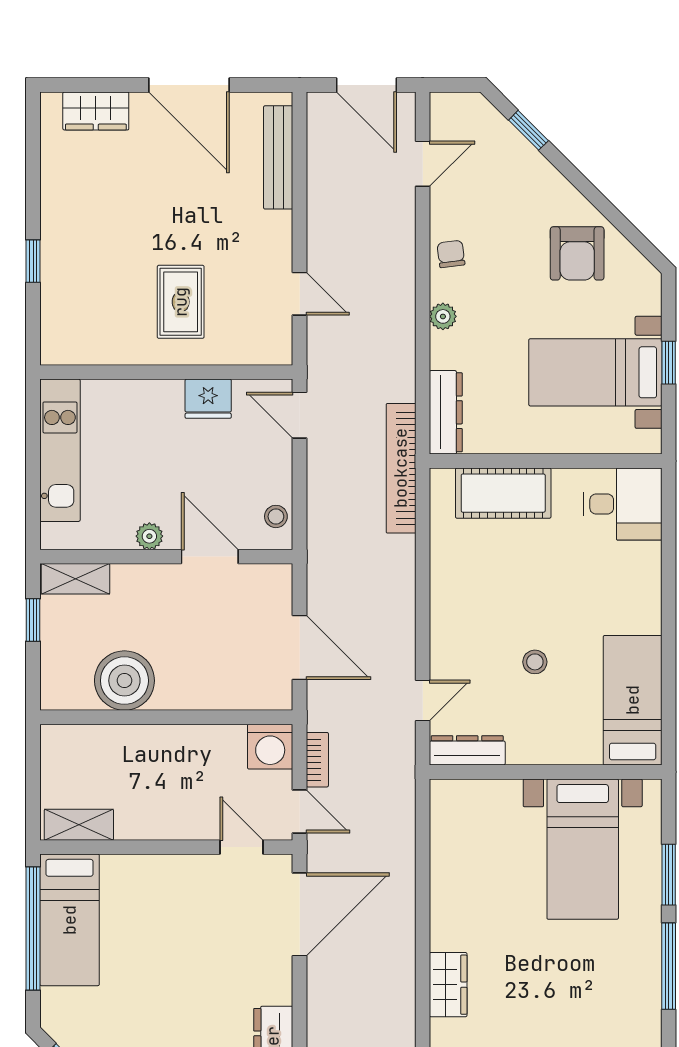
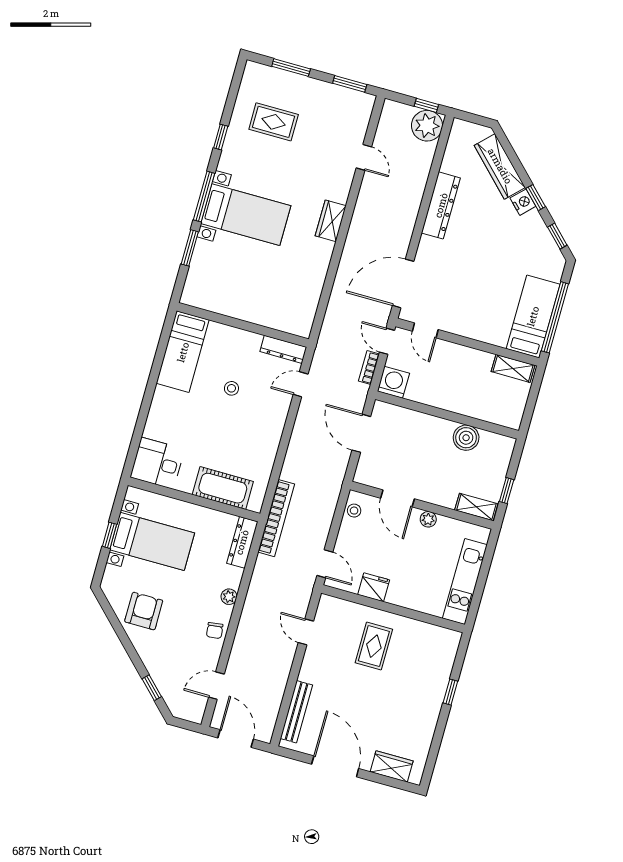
boiler: (124, 681) -> (466, 438), width x0.73, depth x0.73
bed with nightstands: (583, 849) -> (246, 215), moved, turned 90

